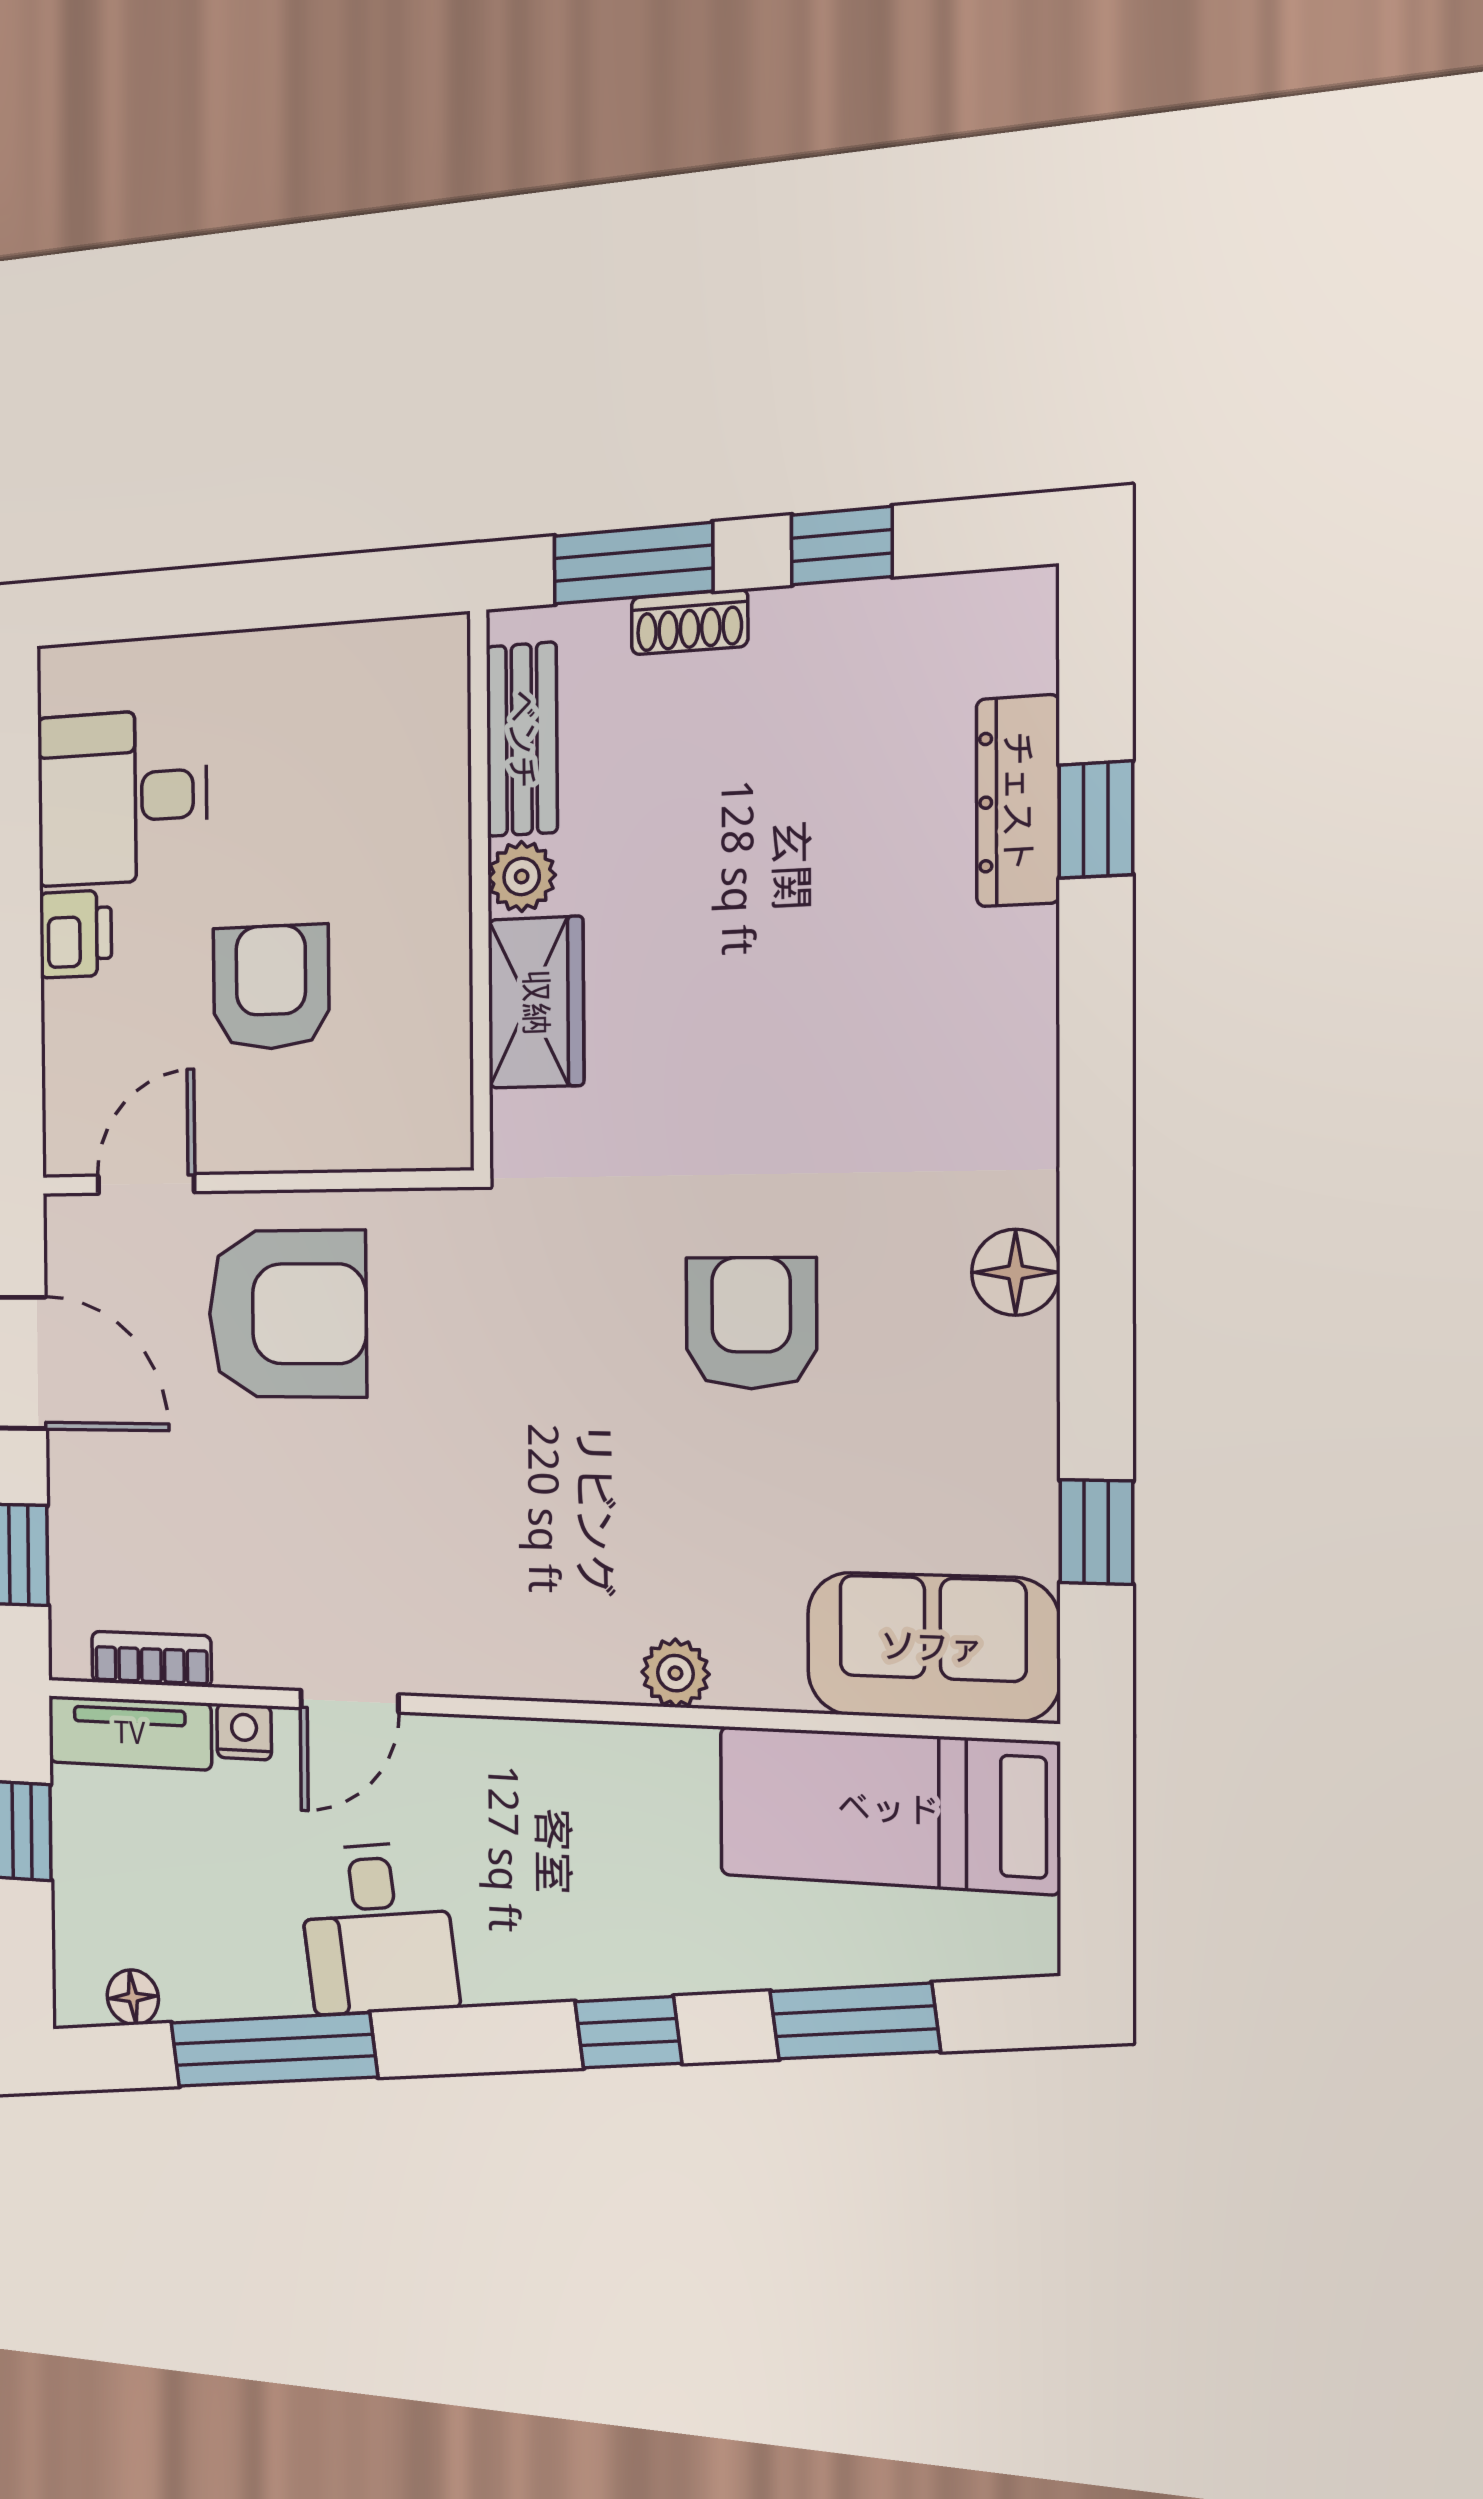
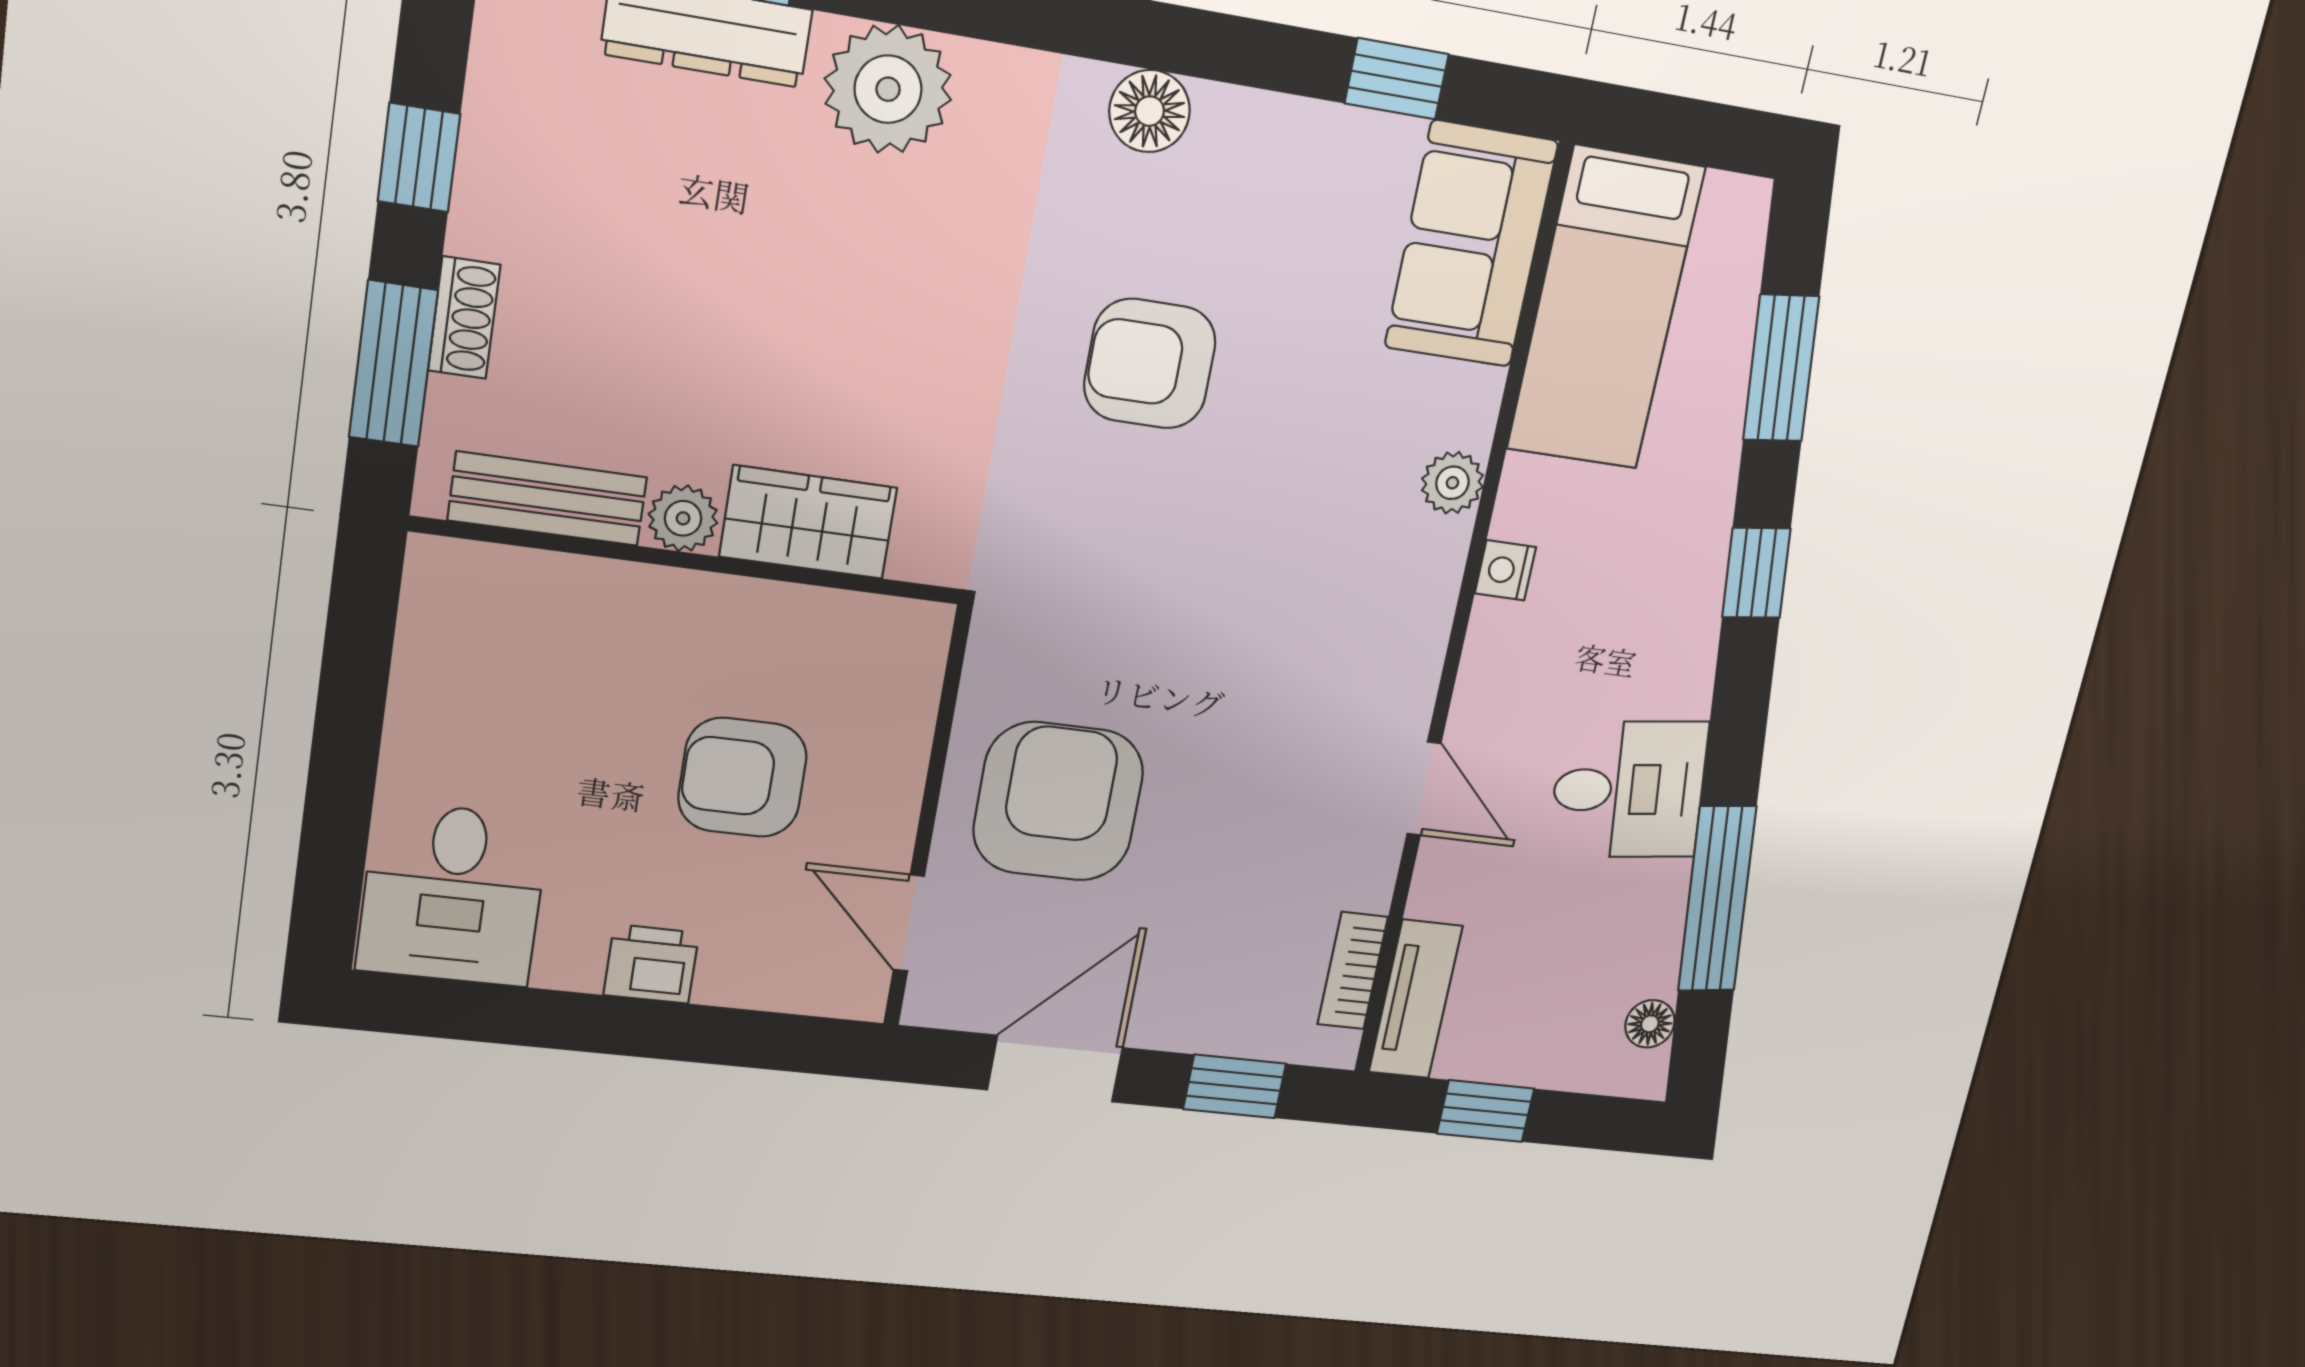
desk: (122, 798) -> (453, 894), moved
plant: (991, 996) -> (888, 89), added
nightstand: (244, 1732) -> (1505, 570), moved

